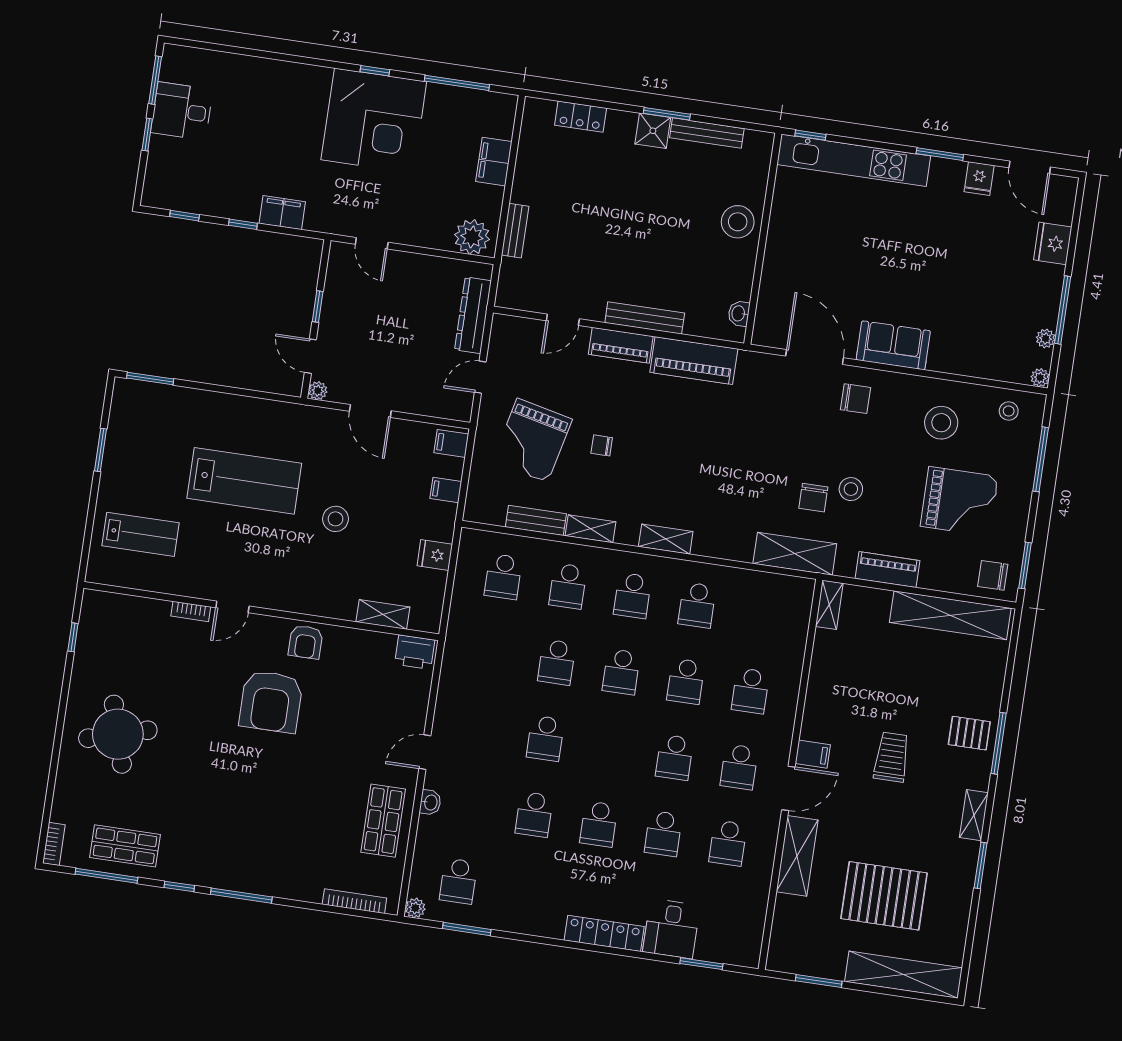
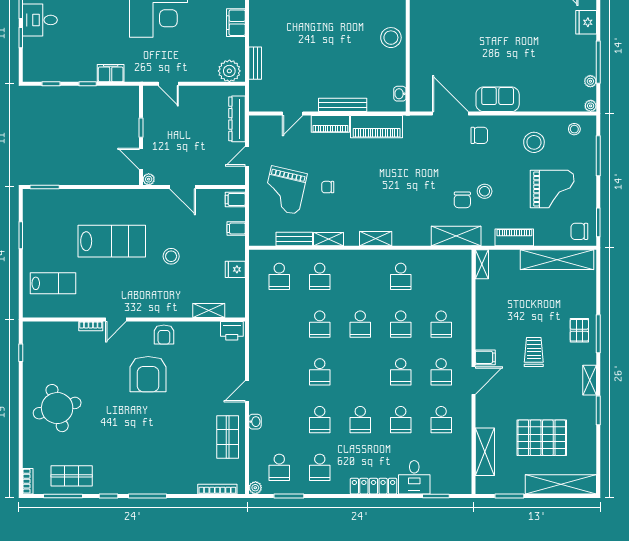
school desk: (632, 596) -> (320, 467), moved
pallet: (969, 733) -> (579, 330), turned 90
shelving: (797, 856) -> (485, 452), moved

